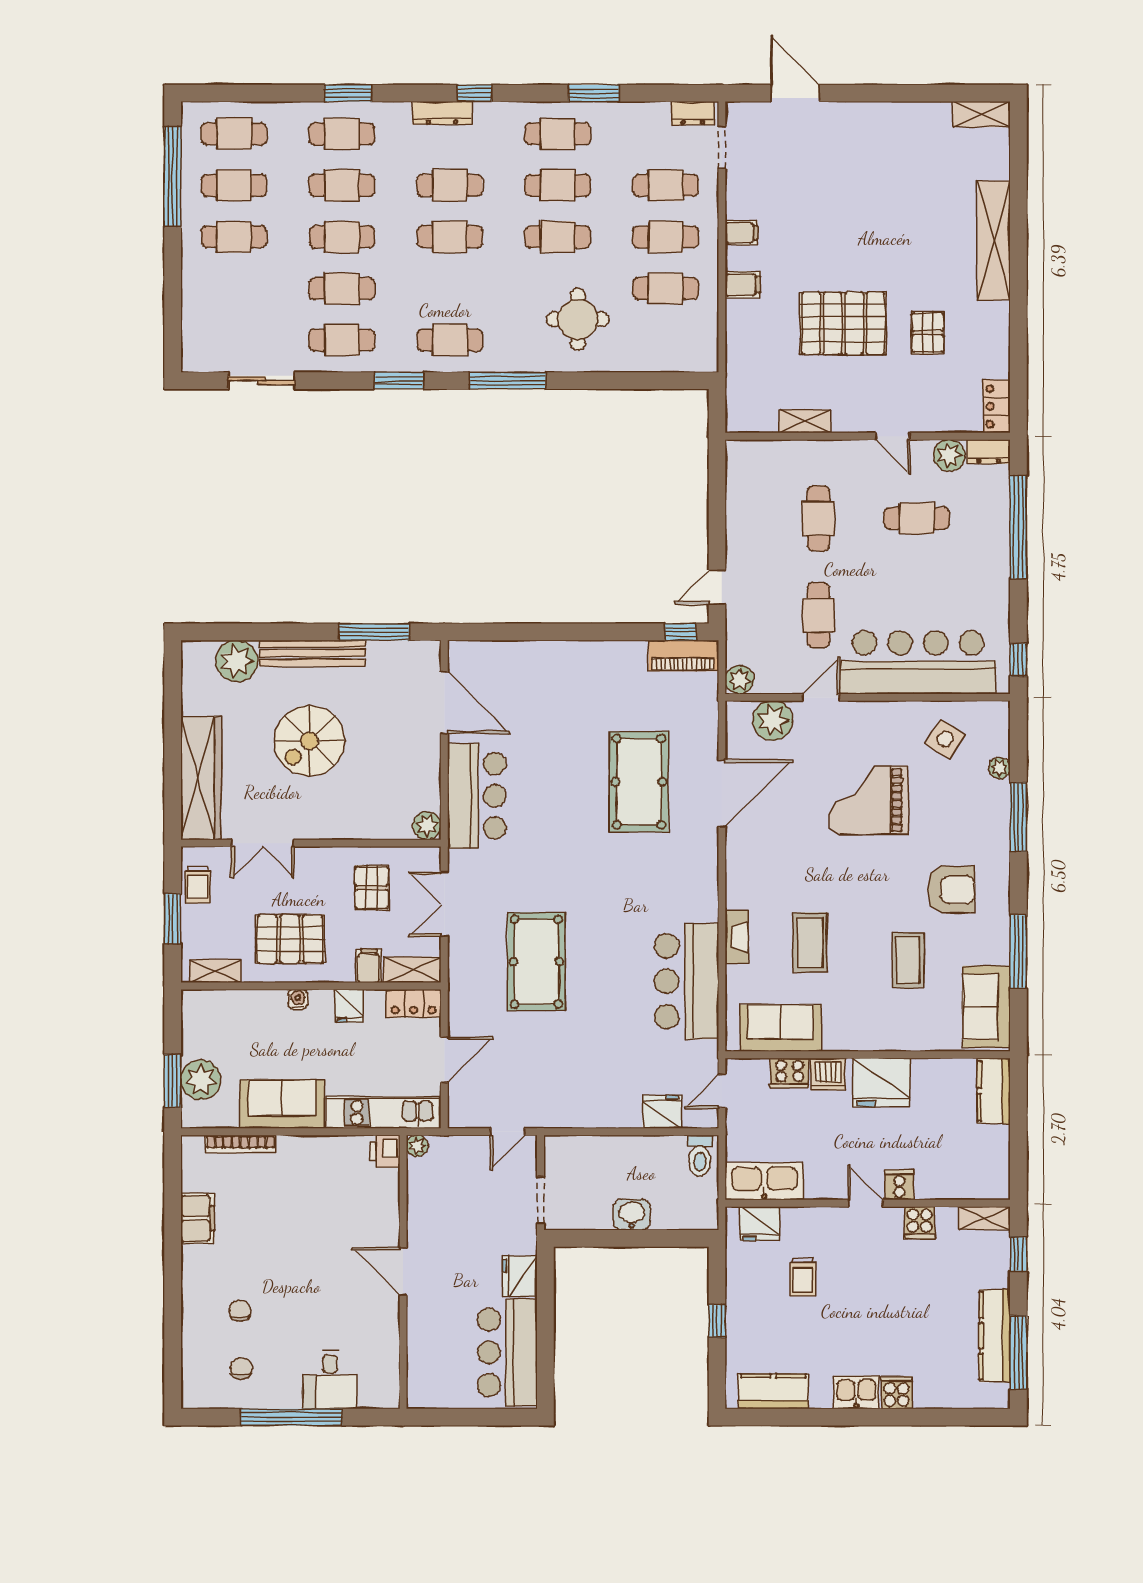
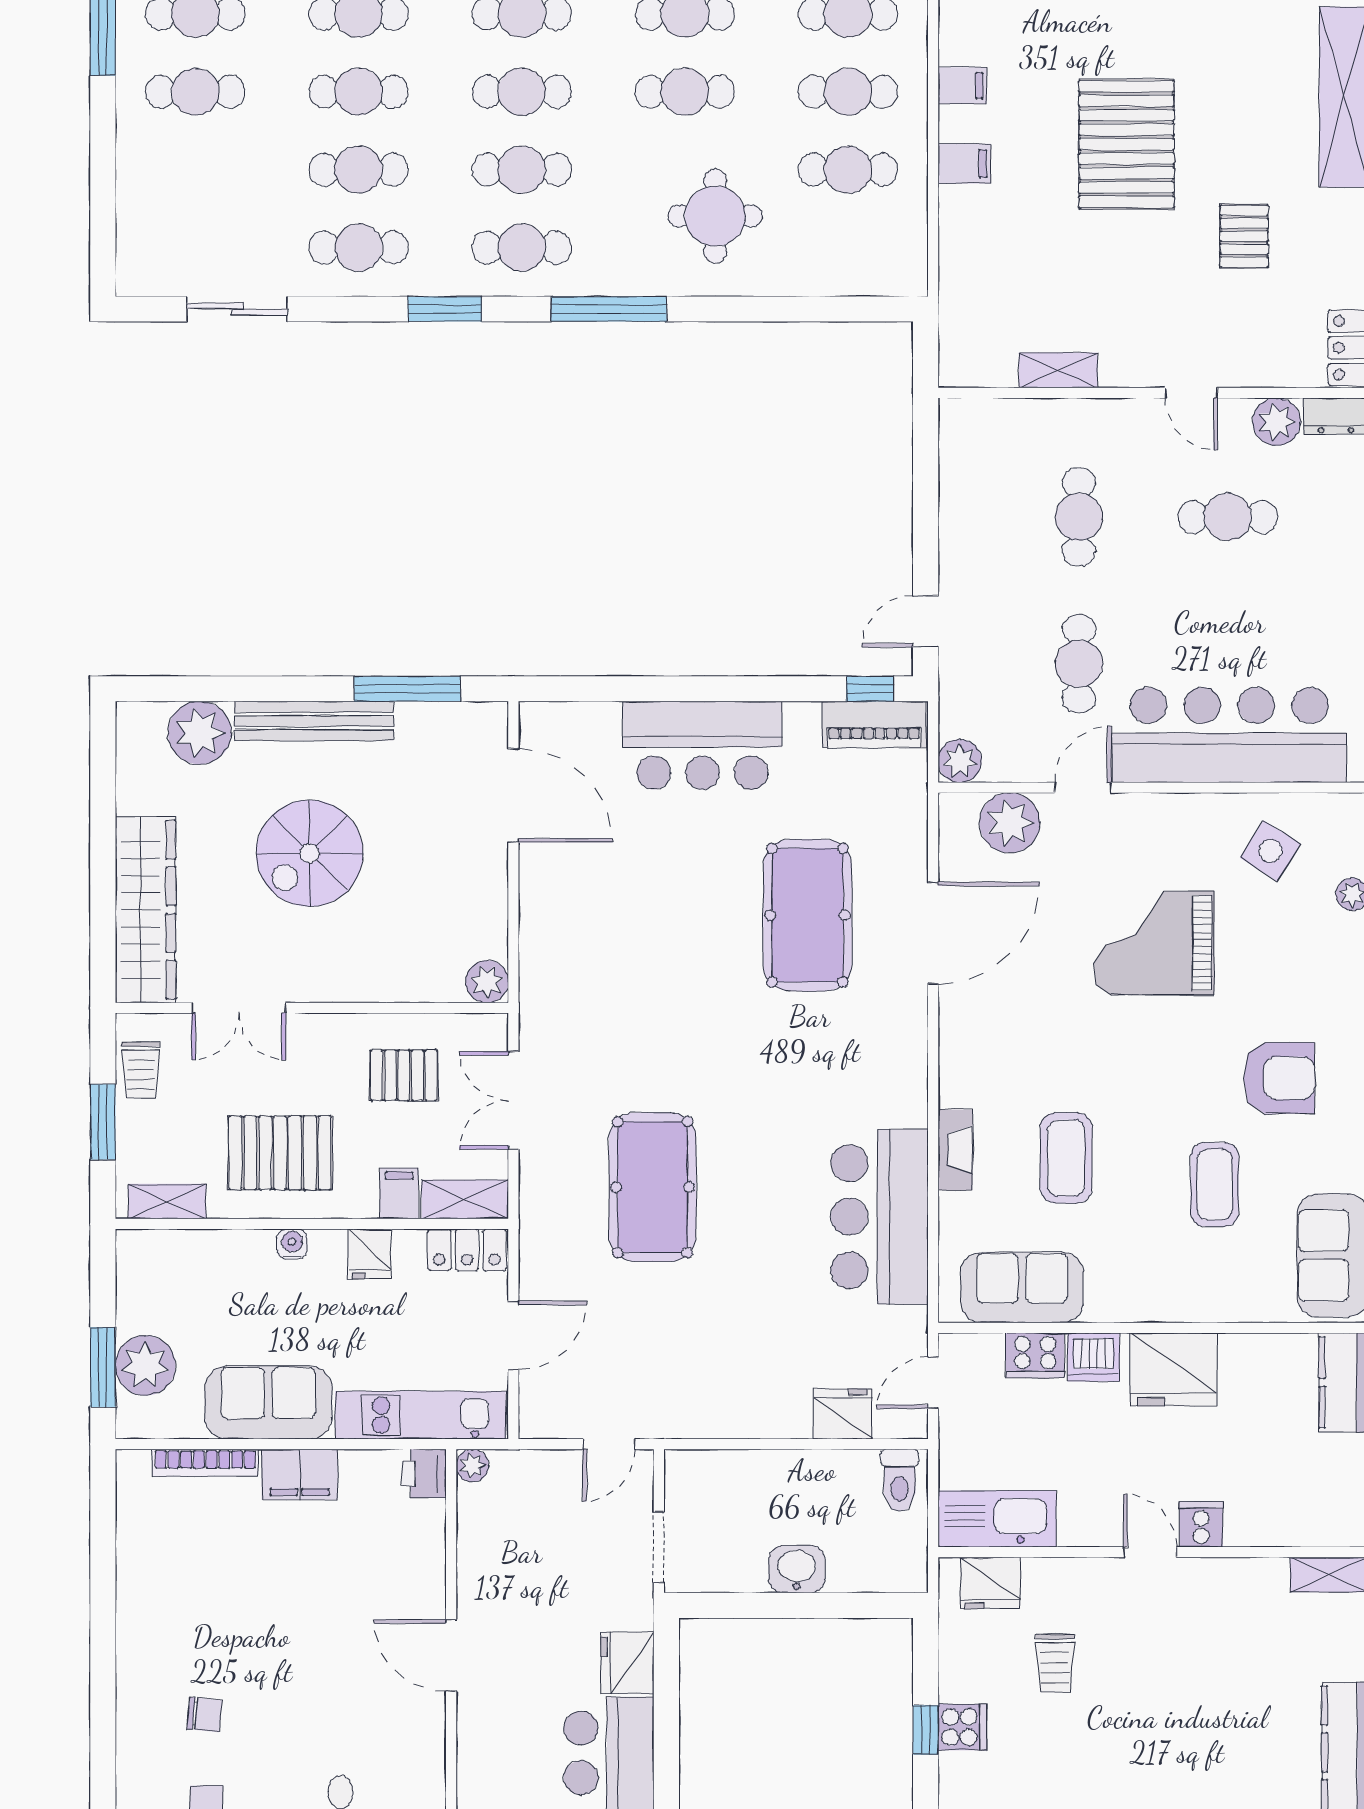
cafe table: (450, 288) -> (522, 170), added
pallet: (843, 323) -> (1126, 144), moved, turned 90
bar counter: (477, 796) -> (702, 745), moved, turned 90
pallet: (372, 888) -> (404, 1075), turned 90
filing cabinet: (198, 1218) -> (300, 1474), moved, turned 90
cooker: (920, 1223) -> (962, 1727), moved, turned -90
chair: (240, 1311) -> (204, 1715), turned 96

